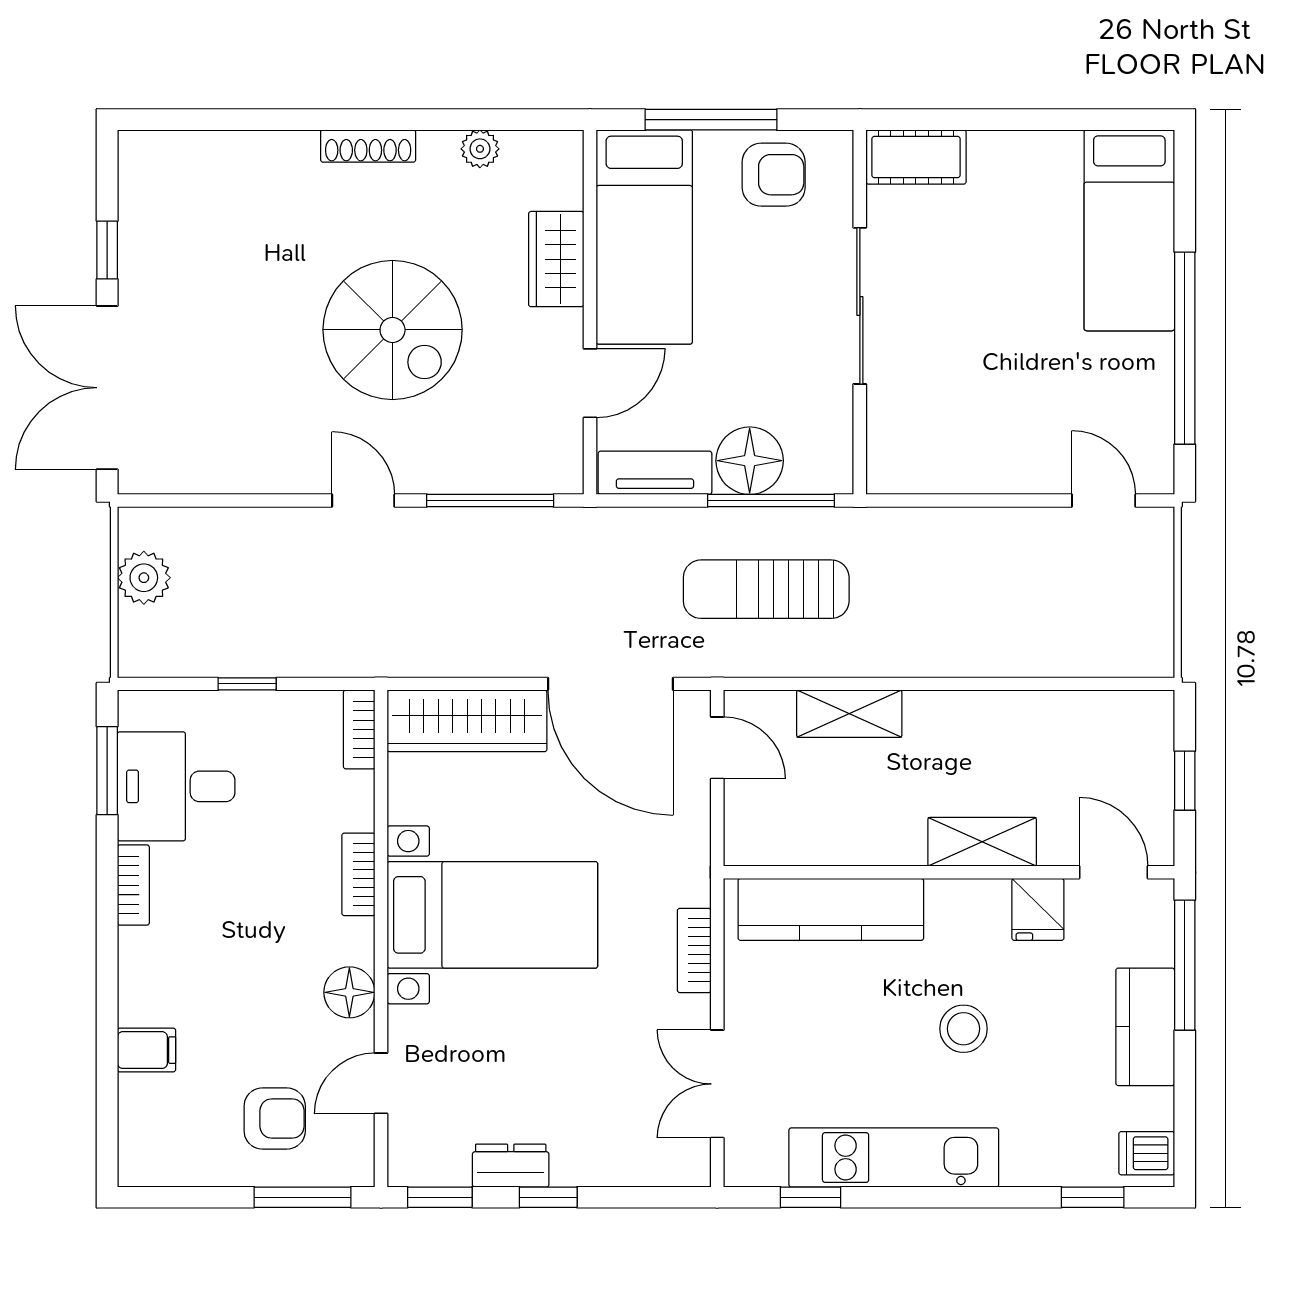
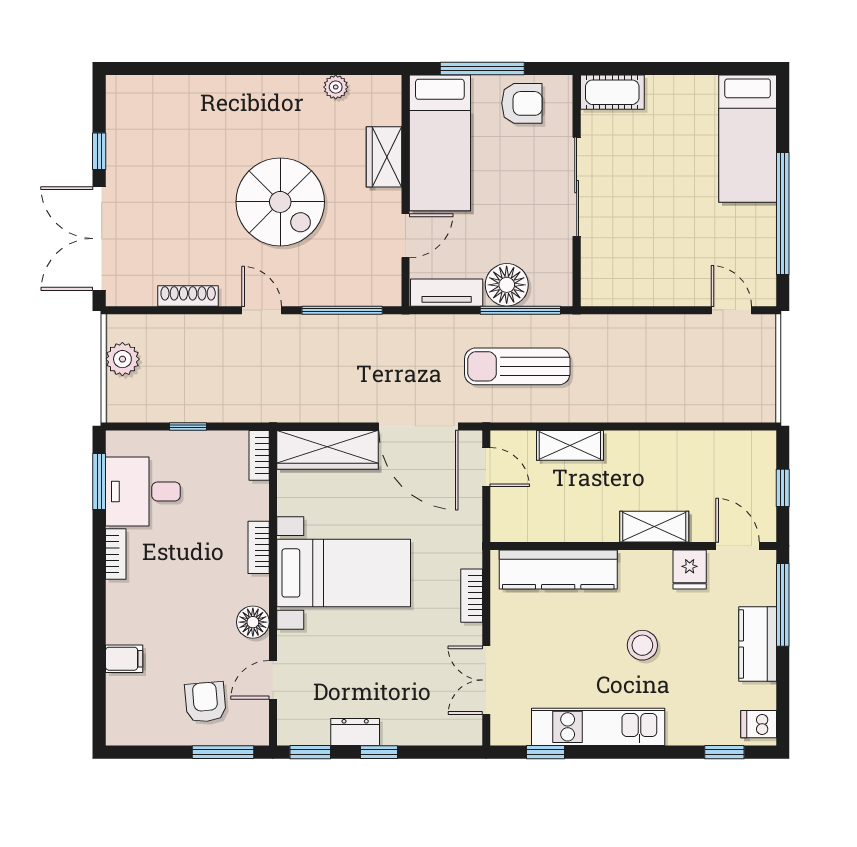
shoe rack: (368, 146) -> (188, 296), moved, turned 180
armchair: (275, 1118) -> (205, 702), turned -95

